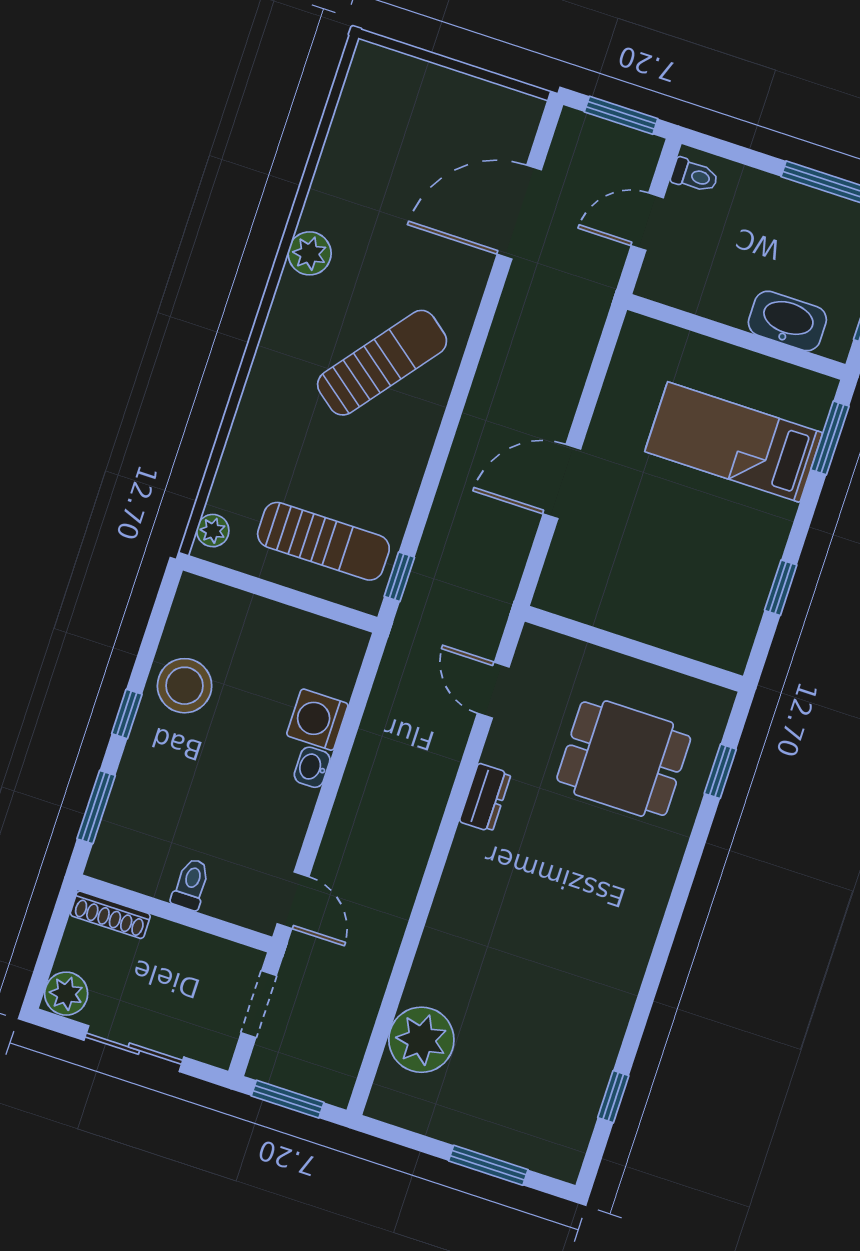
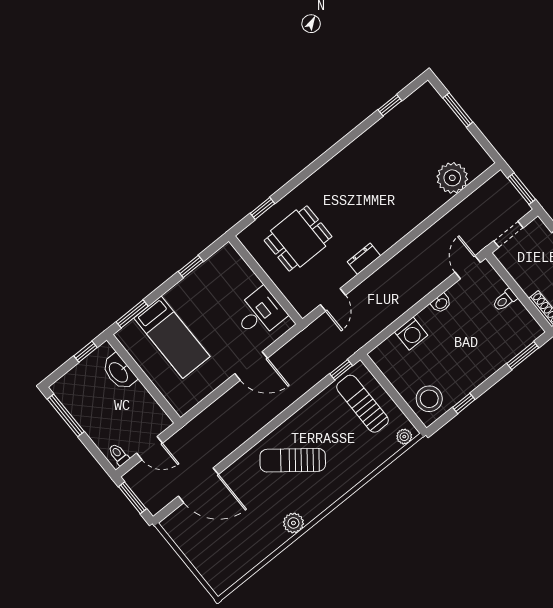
desk: (606, 583) -> (260, 313), added
stool: (185, 686) -> (429, 399), moved
window: (127, 714) -> (464, 403), moved
dining table: (624, 759) -> (298, 238), turned 90
washbasin: (312, 767) -> (441, 303), moved

